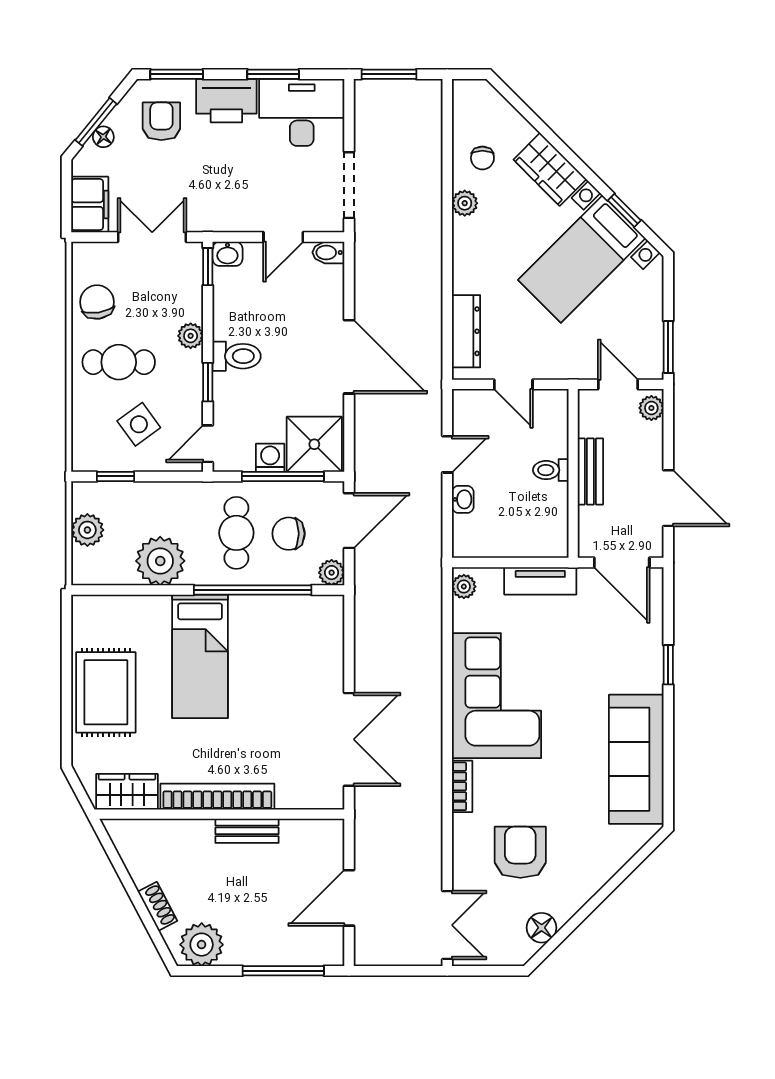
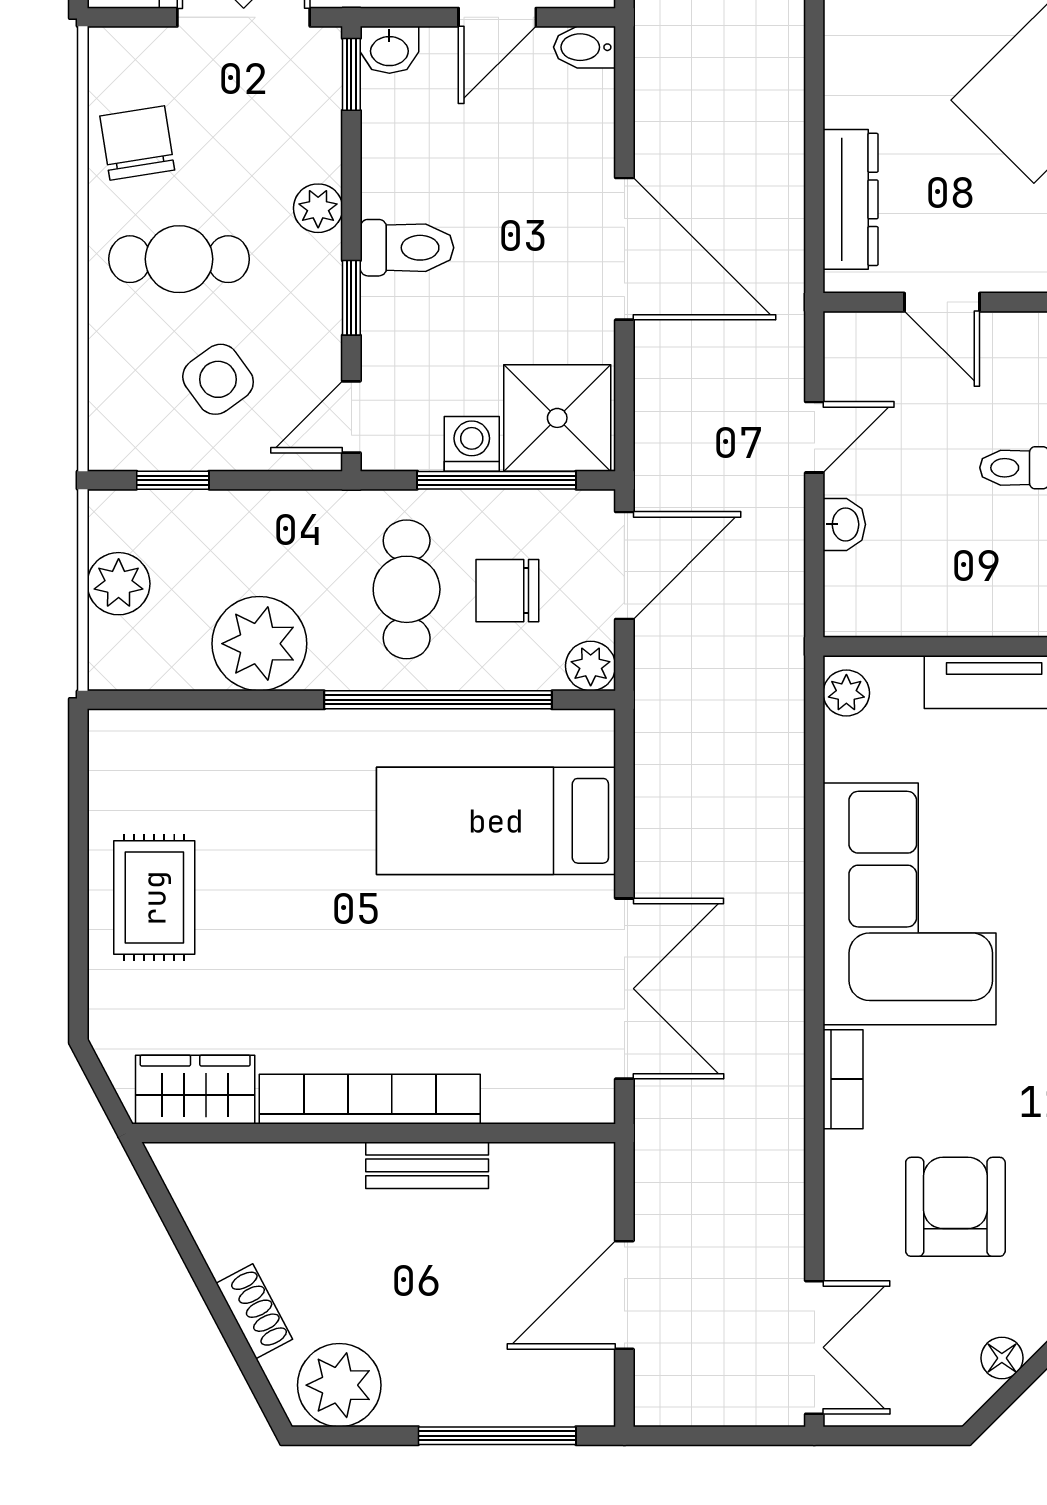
bed: (200, 656) -> (496, 821), moved, turned 90
rug: (106, 692) -> (154, 898), width x0.73, depth x0.70
floor lamp: (542, 928) -> (1002, 1358), width x0.73, depth x0.73

